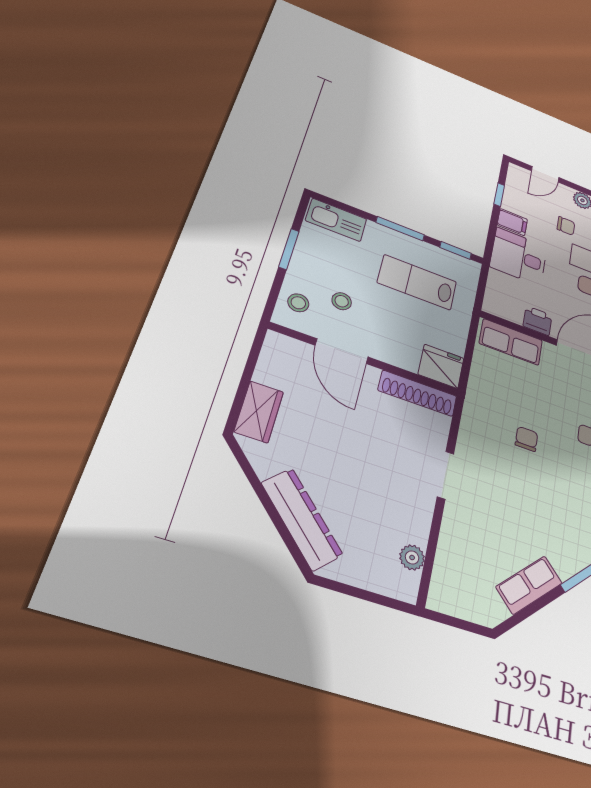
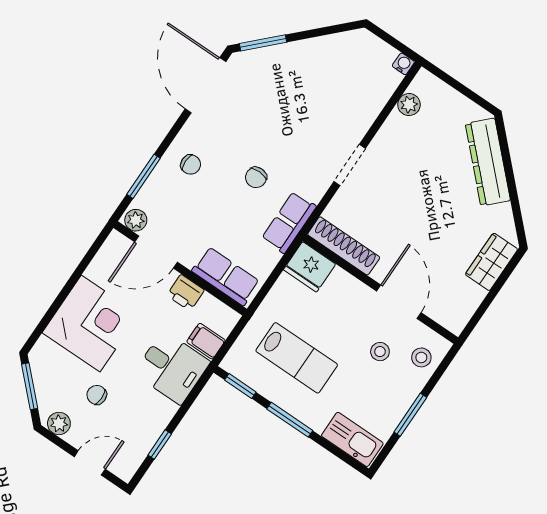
filing cabinet: (512, 222) -> (206, 341), moved
row of seats: (529, 585) -> (289, 222), moved, turned 135
water cooler: (436, 601) -> (403, 64), added

